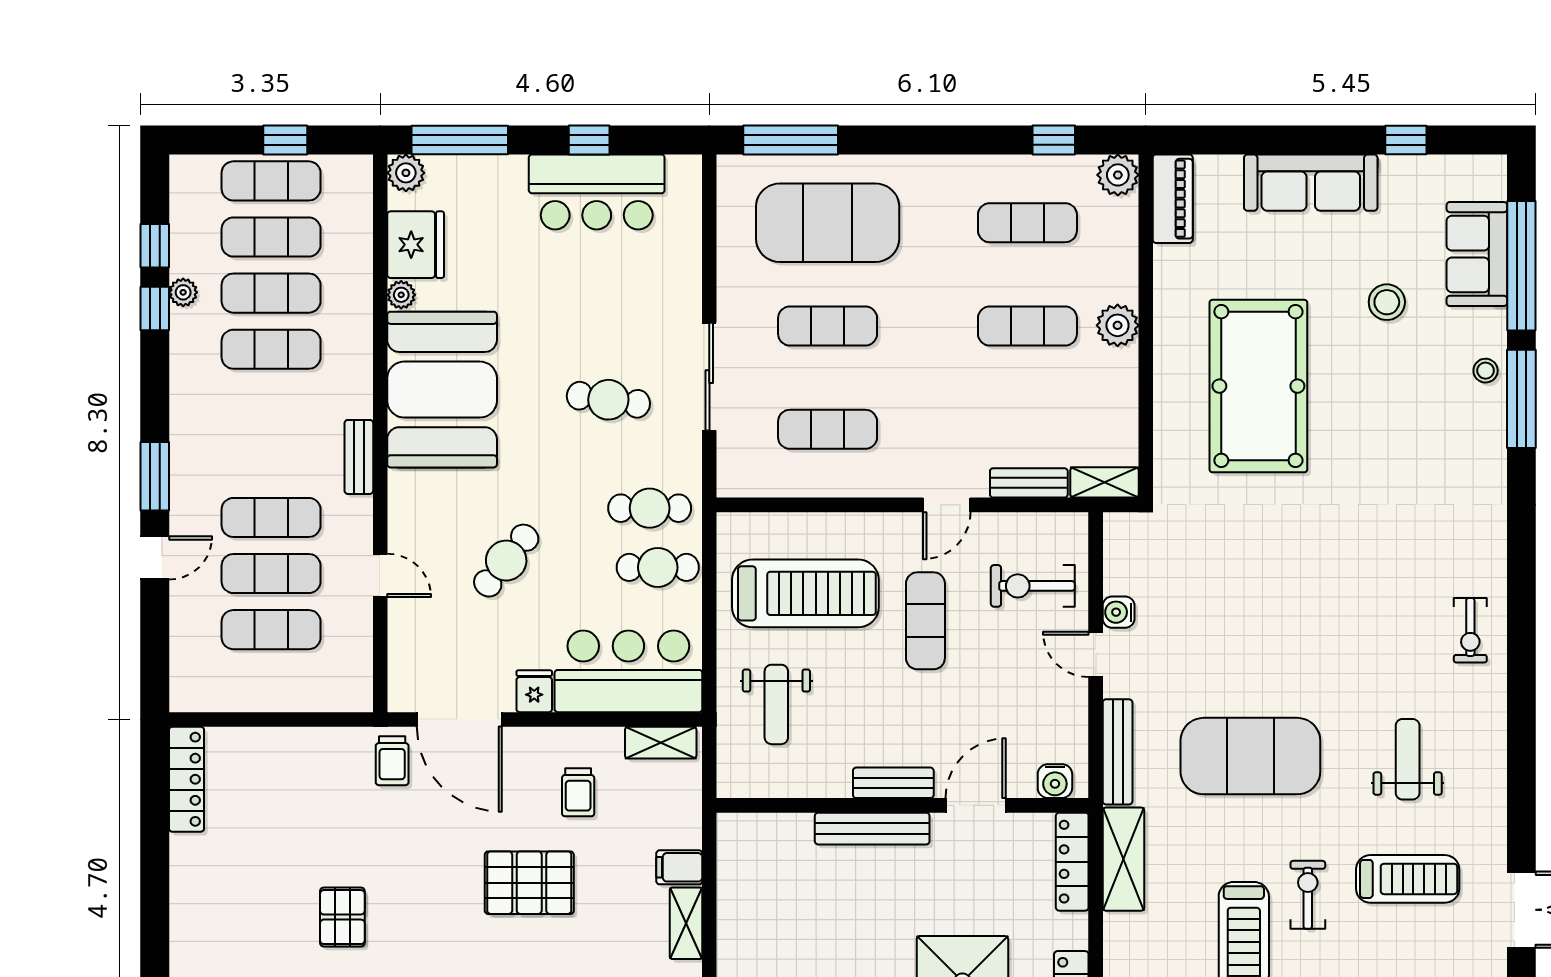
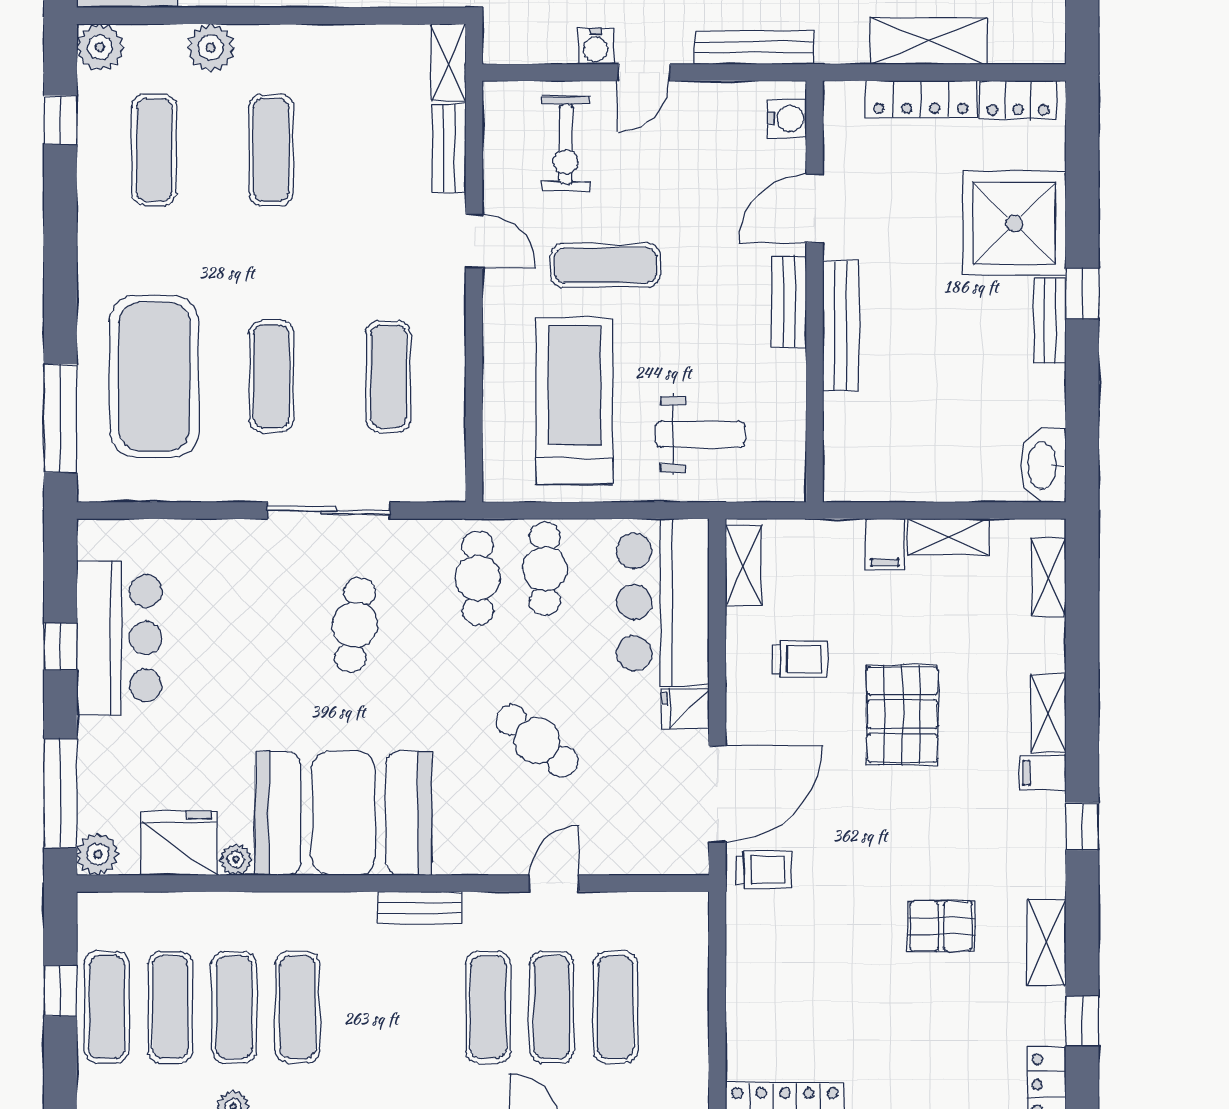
plant: (1118, 325) -> (211, 48), moved
door: (976, 805) -> (815, 209), hinge flipped
shelving: (1123, 859) -> (929, 41), moved
locker: (1072, 862) -> (921, 99), moved

